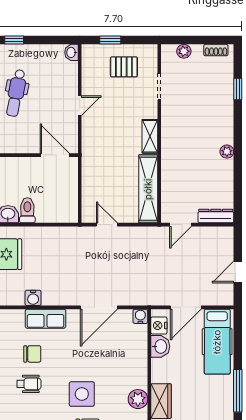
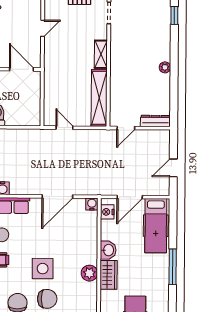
washbasin: (160, 346) -> (108, 250), moved

